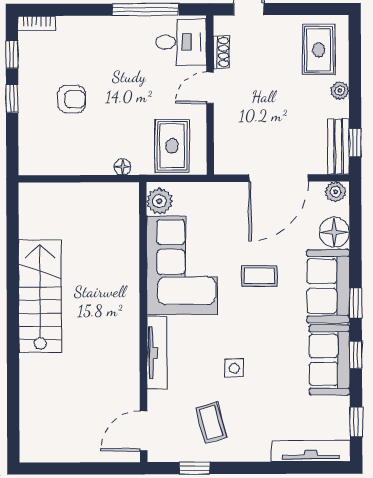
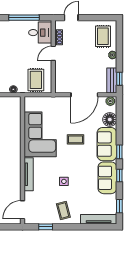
plant: (159, 201) -> (30, 105), removed
coffee table: (211, 423) -> (63, 210), moved

